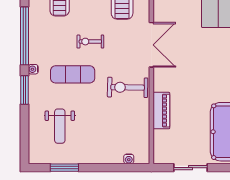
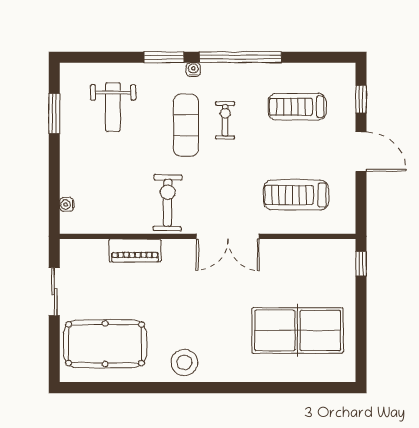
exercise bike: (90, 42) -> (225, 120), moved
weight bench: (60, 126) -> (113, 107), turned -90

